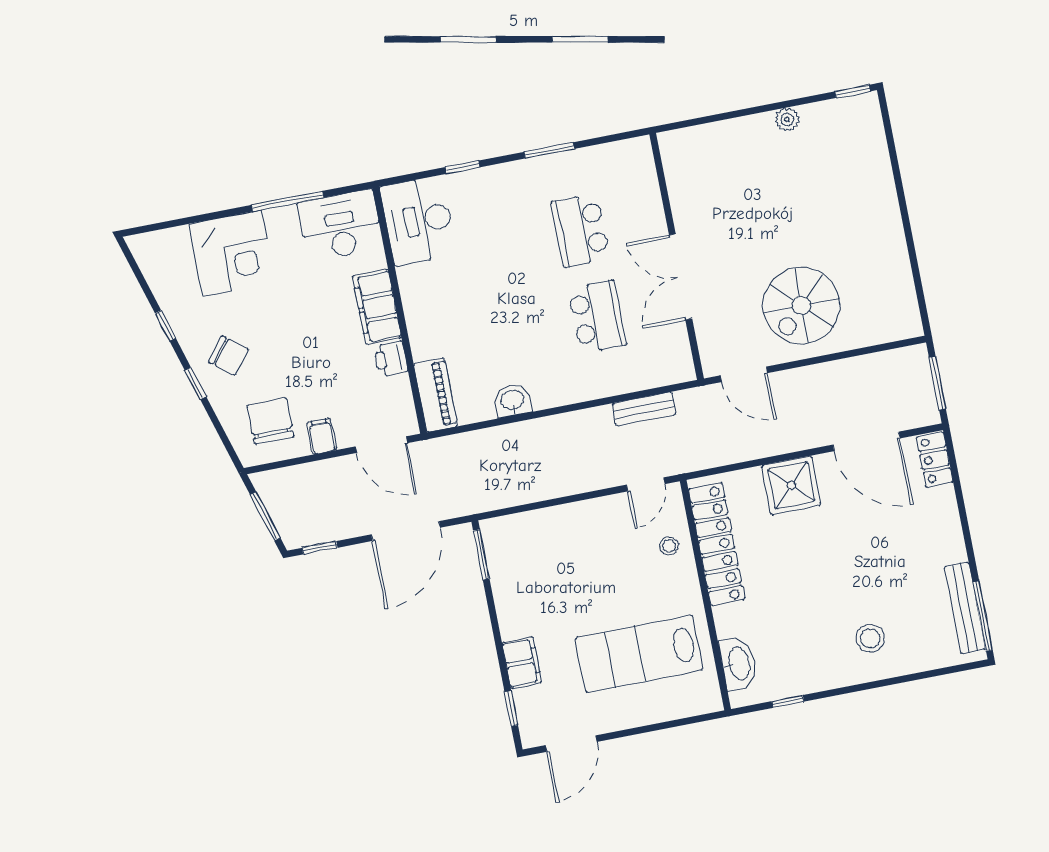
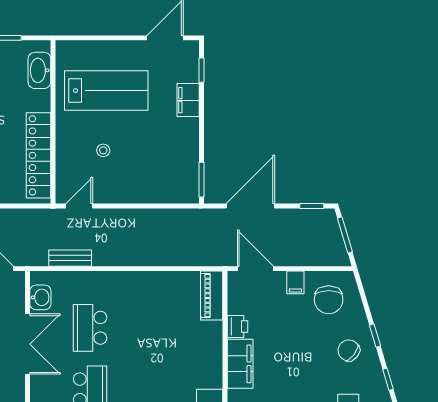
washbasin: (513, 401) -> (40, 297), moved, turned -90
stool: (669, 546) -> (103, 150), moved

